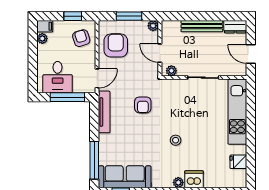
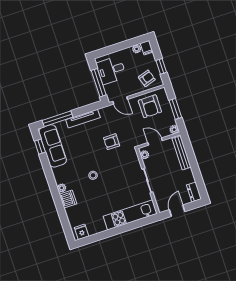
bench: (202, 26) -> (181, 153), moved
armchair: (116, 45) -> (150, 106), turned 90
door: (160, 53) -> (155, 142), hinge flipped
tv unit: (104, 112) -> (83, 119), moved
fridge: (238, 162) -> (82, 232), moved

